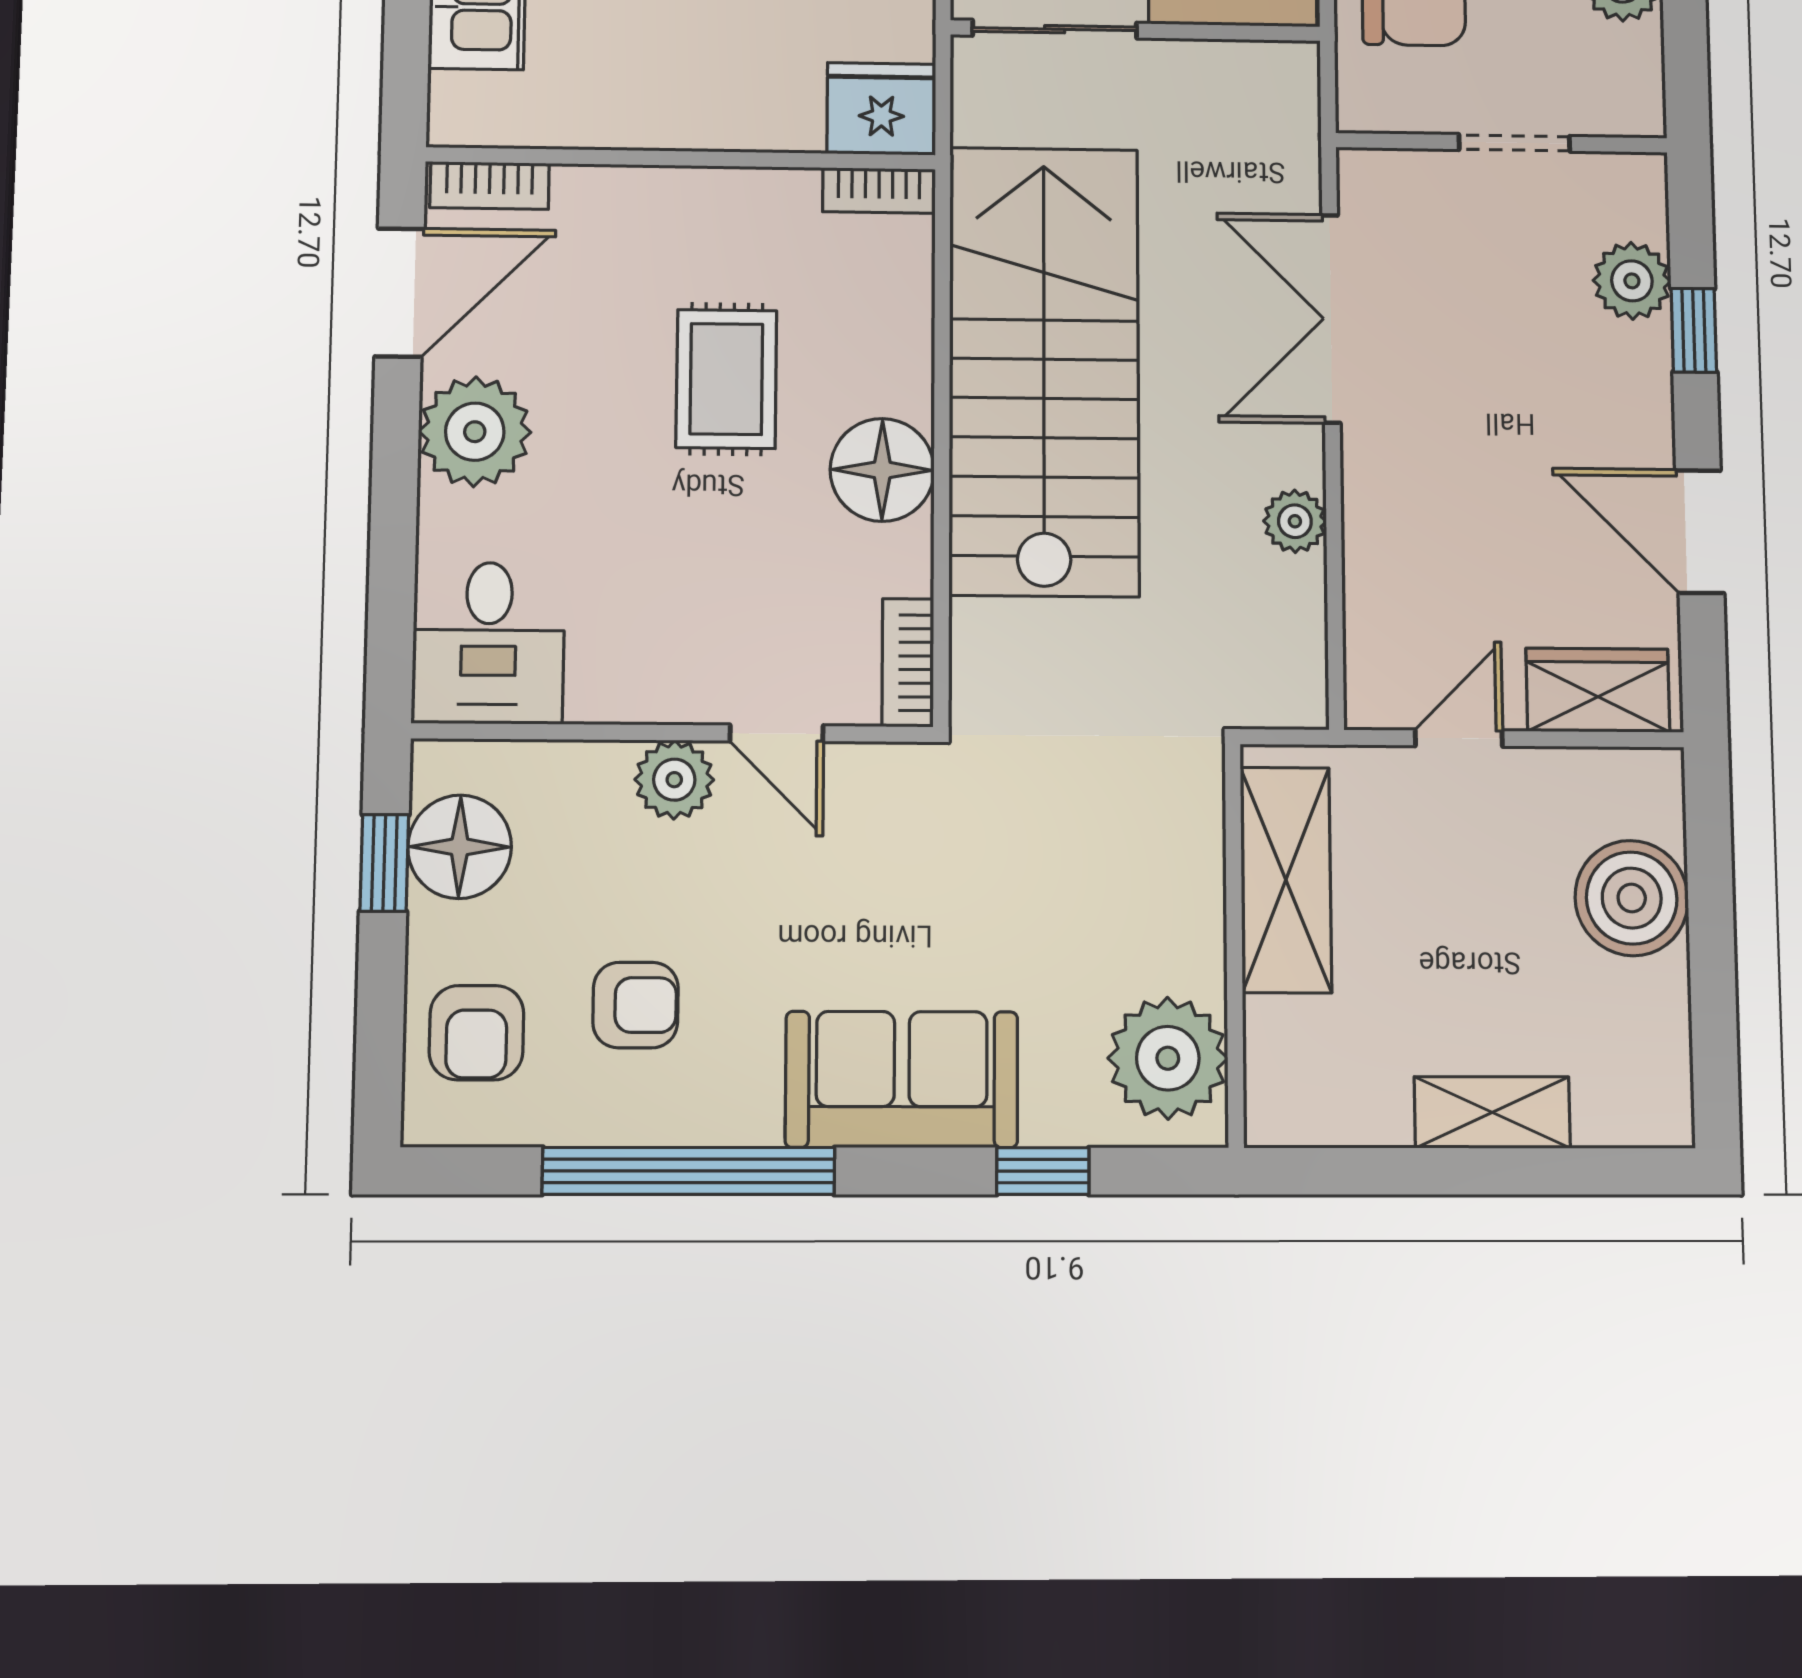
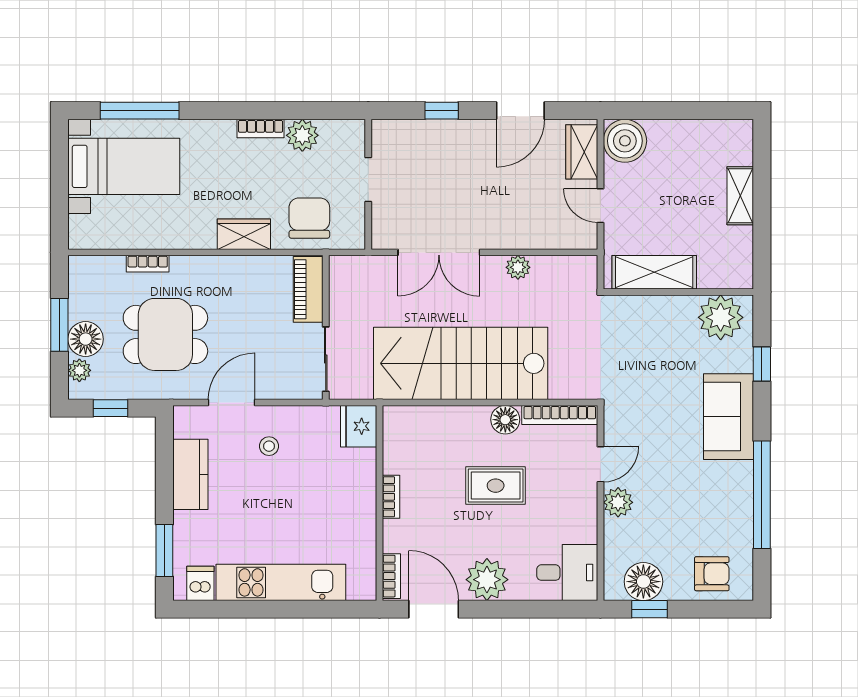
bookcase: (879, 191) -> (391, 497), moved
plant: (1632, 281) -> (422, 135), removed
rug: (726, 379) -> (496, 486), moved
floor lamp: (882, 470) -> (505, 420), width x0.73, depth x0.73
bookcase: (908, 663) -> (560, 415), width x1.56
boiler: (1632, 898) -> (625, 141), moved
armchair: (635, 1005) -> (702, 515), removed

